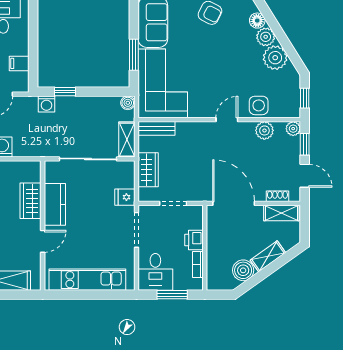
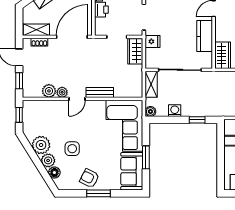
window: (134, 55) -> (146, 157), moved
washing machine: (46, 104) -> (175, 111), moved
side table: (259, 105) -> (72, 149), moved
bench: (157, 128) -> (100, 92), moved
plant: (293, 129) -> (62, 92), moved
wardrobe: (148, 170) -> (135, 51), moved
wardrobe: (31, 201) -> (223, 55), moved
door: (234, 203) -> (72, 37), swing flipped

